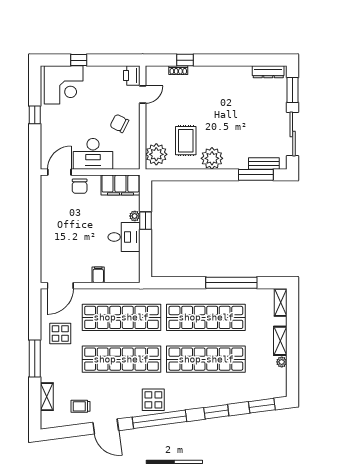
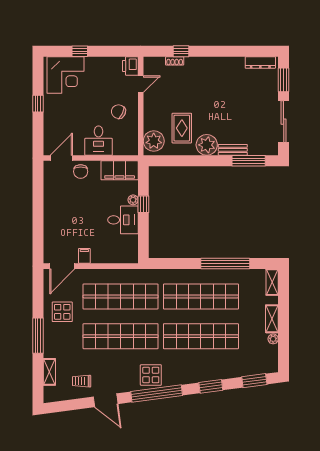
desk: (93, 154) -> (98, 141), width x0.73
bench: (264, 163) -> (233, 150), moved
filing cabinet: (98, 275) -> (84, 256), moved

